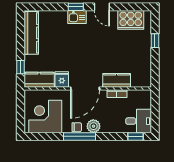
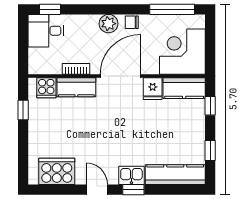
kitchen counter: (31, 33) -> (175, 175), moved, turned 90
window: (21, 35) -> (210, 151), added
window: (155, 41) -> (23, 110), moved
cooker: (138, 80) -> (46, 88), added
corner desk: (45, 116) -> (182, 52), moved, turned 180
window: (80, 136) -> (172, 9), moved

